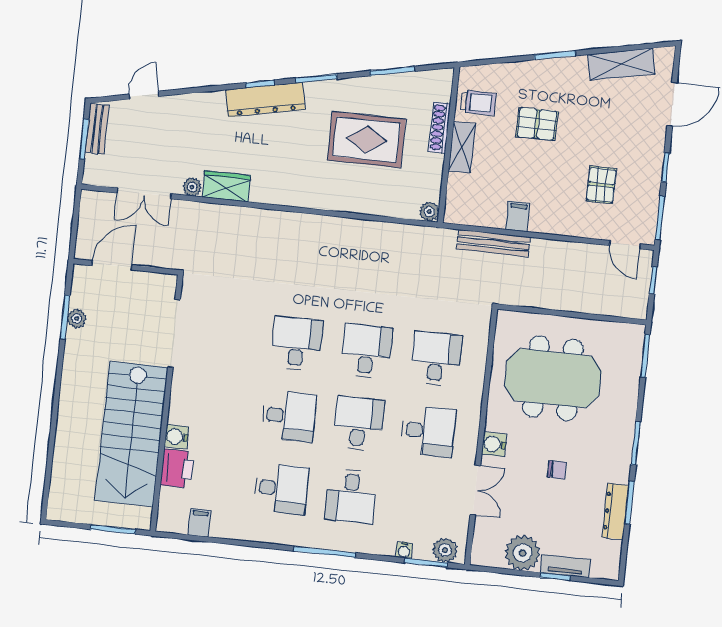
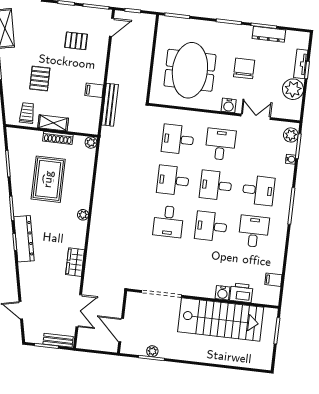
shoe rack: (440, 127) -> (58, 138), moved
bench: (97, 129) -> (58, 340), moved
plant: (192, 187) -> (83, 215), moved
desk: (297, 344) -> (168, 221), turned -90
desk: (289, 416) -> (211, 226), turned -90
chair: (557, 470) -> (244, 68), width x1.87, depth x1.87

